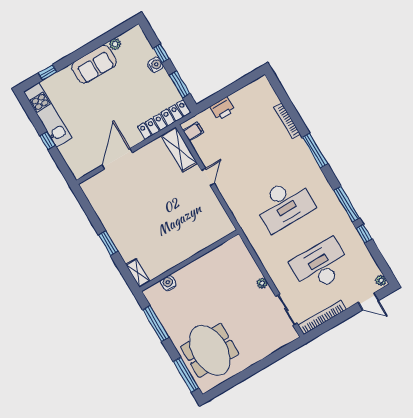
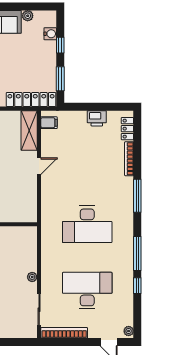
water cooler: (155, 65) -> (50, 34), moved
locker: (269, 94) -> (127, 129), added
printer: (222, 109) -> (97, 118), moved

